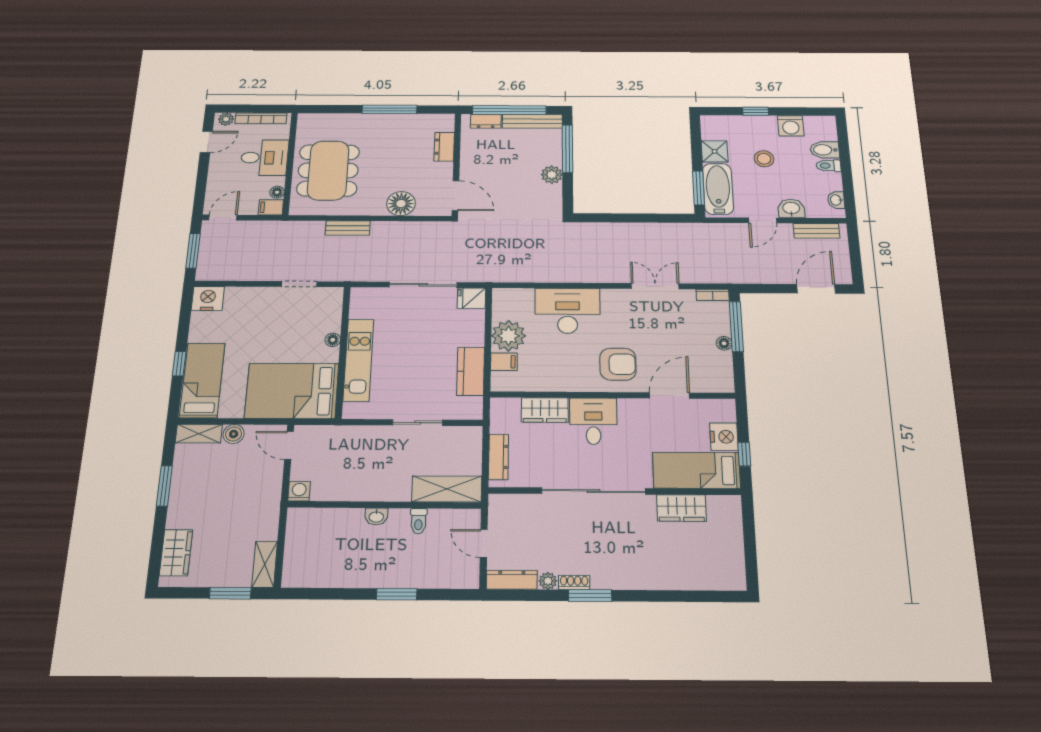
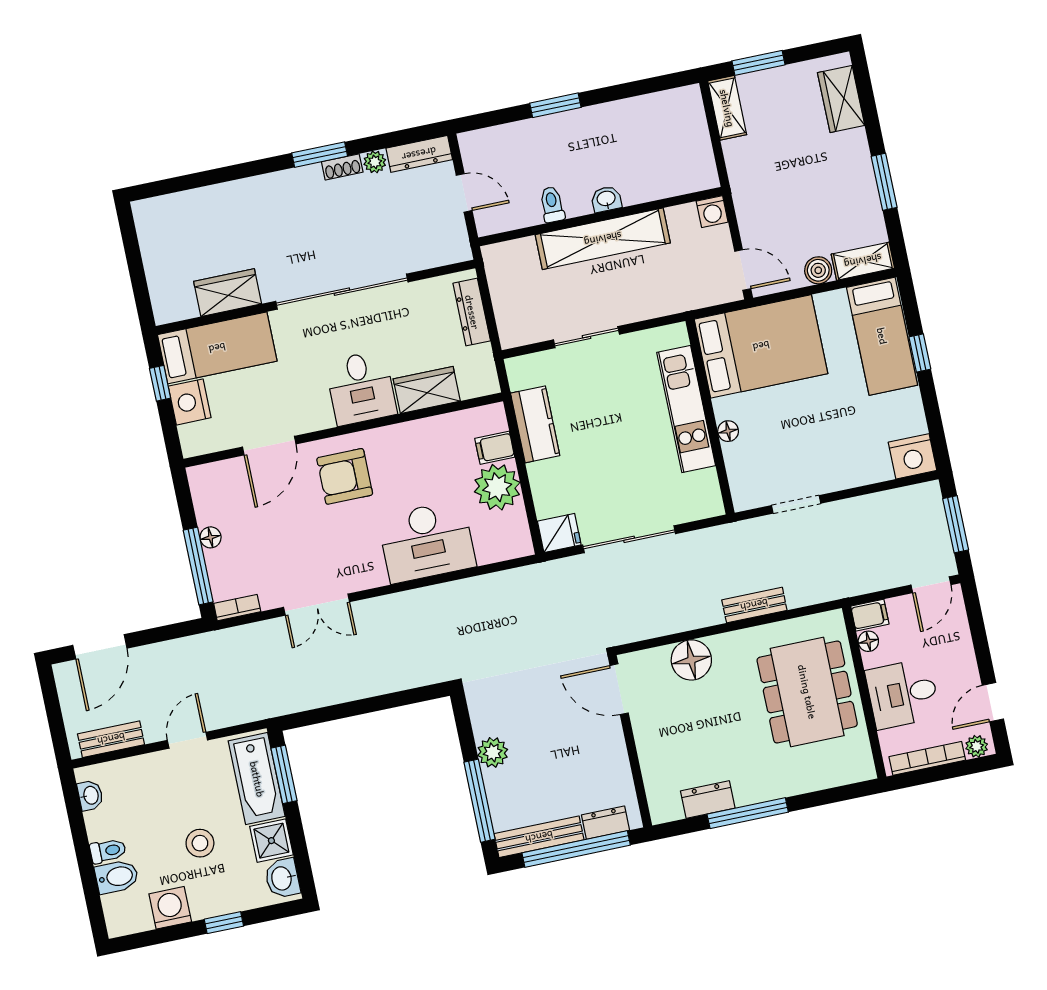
dresser: (444, 147) -> (708, 800), moved, turned -90
washbasin: (791, 208) -> (282, 878), moved, turned 90
shelving: (447, 489) -> (603, 239), moved, width x1.47

